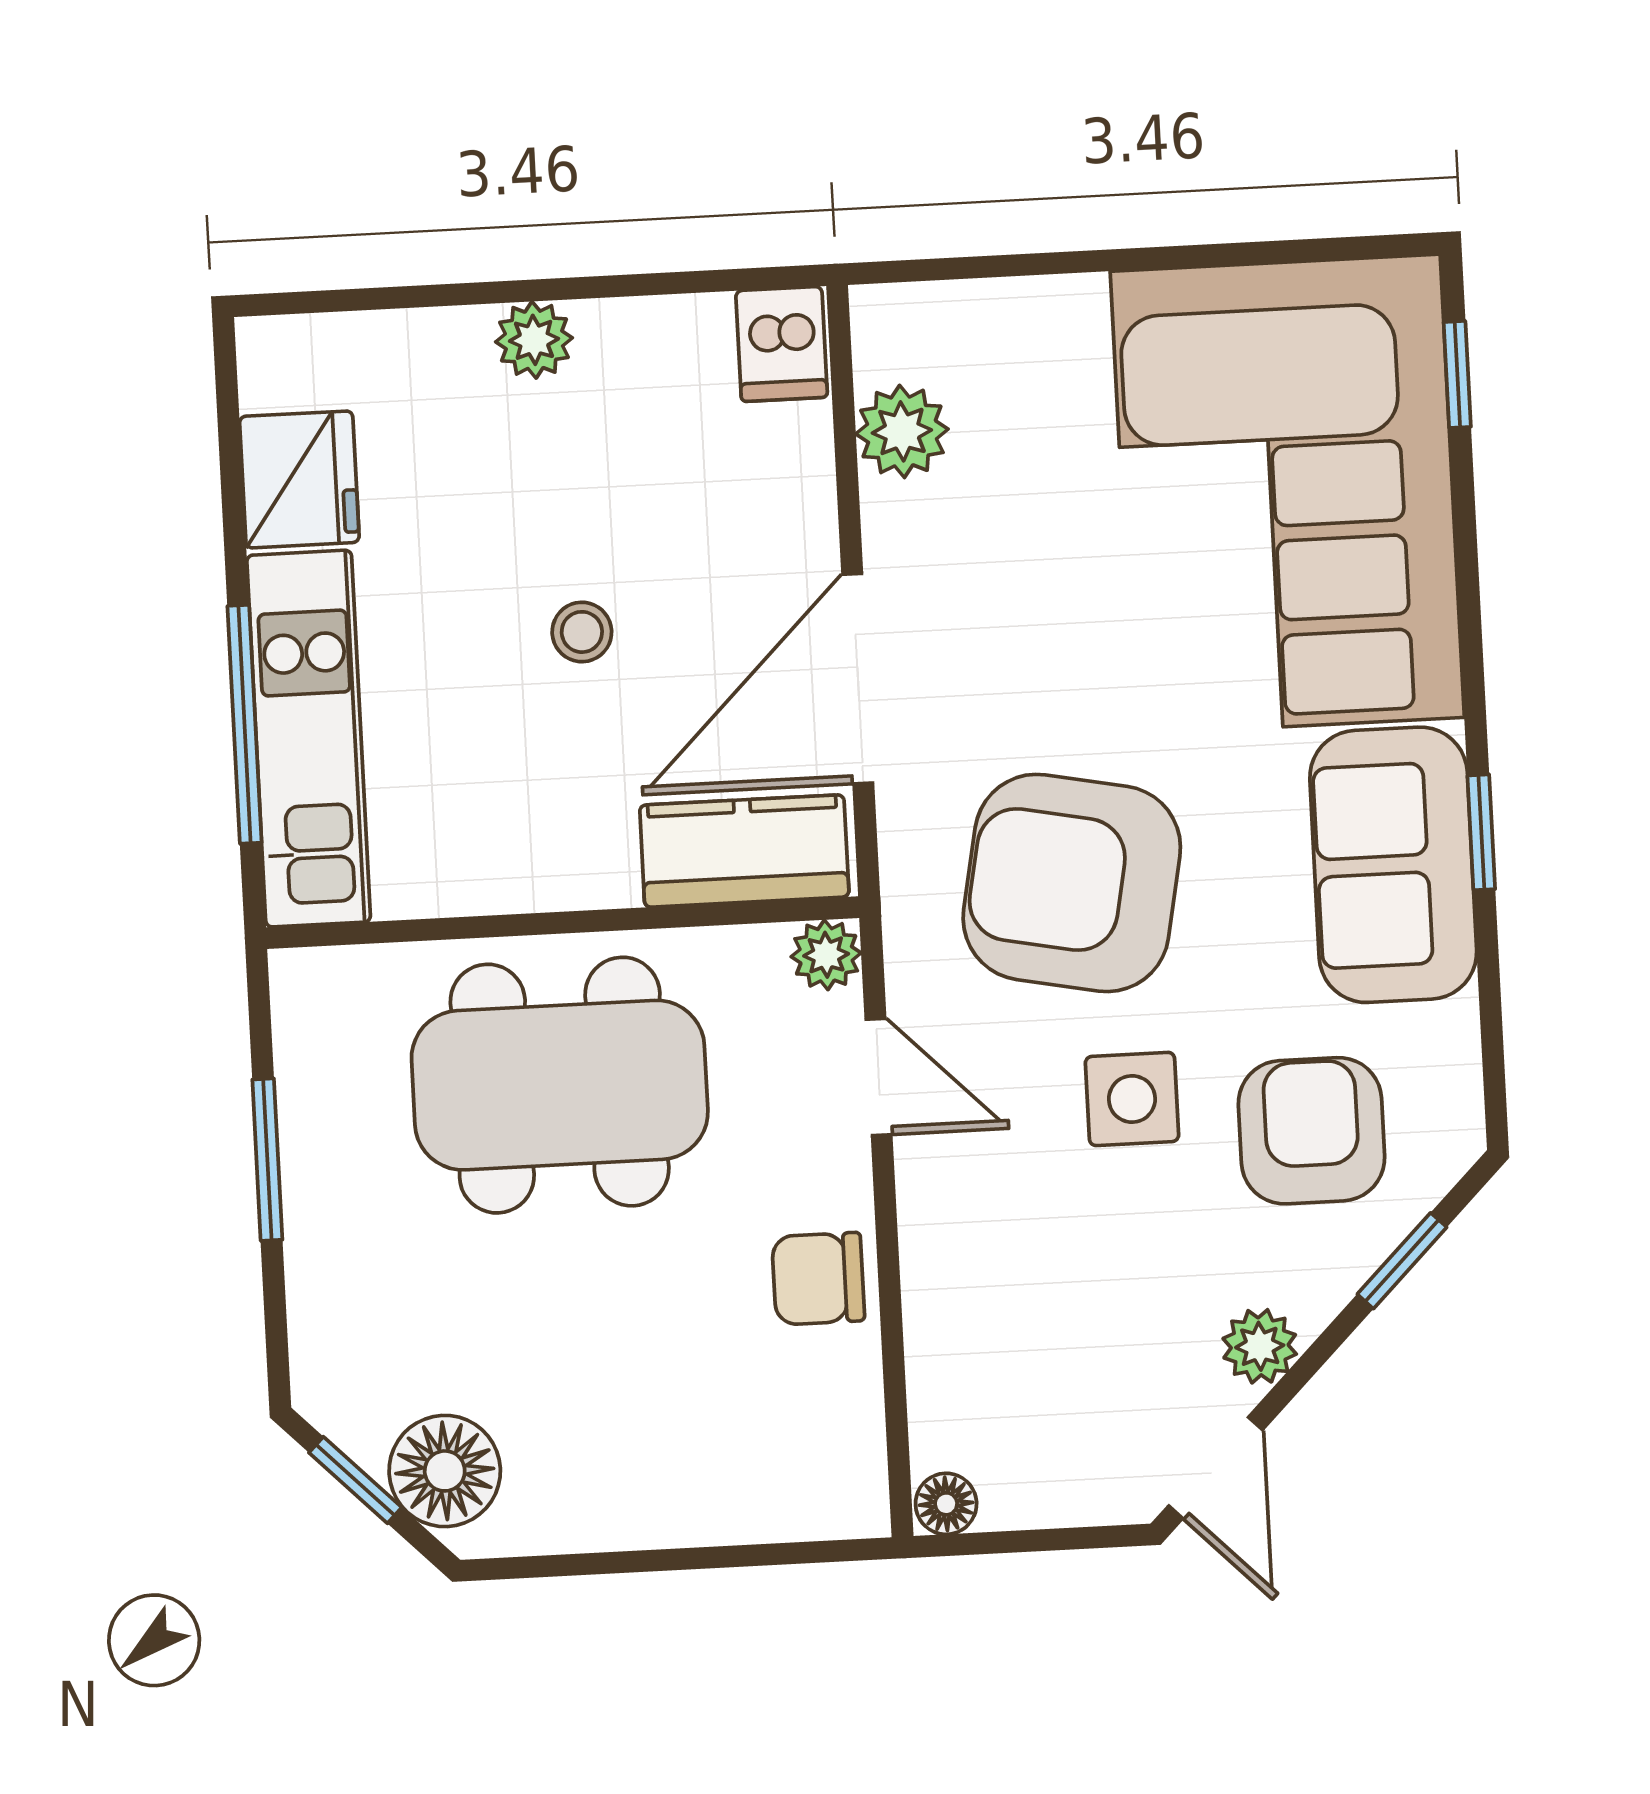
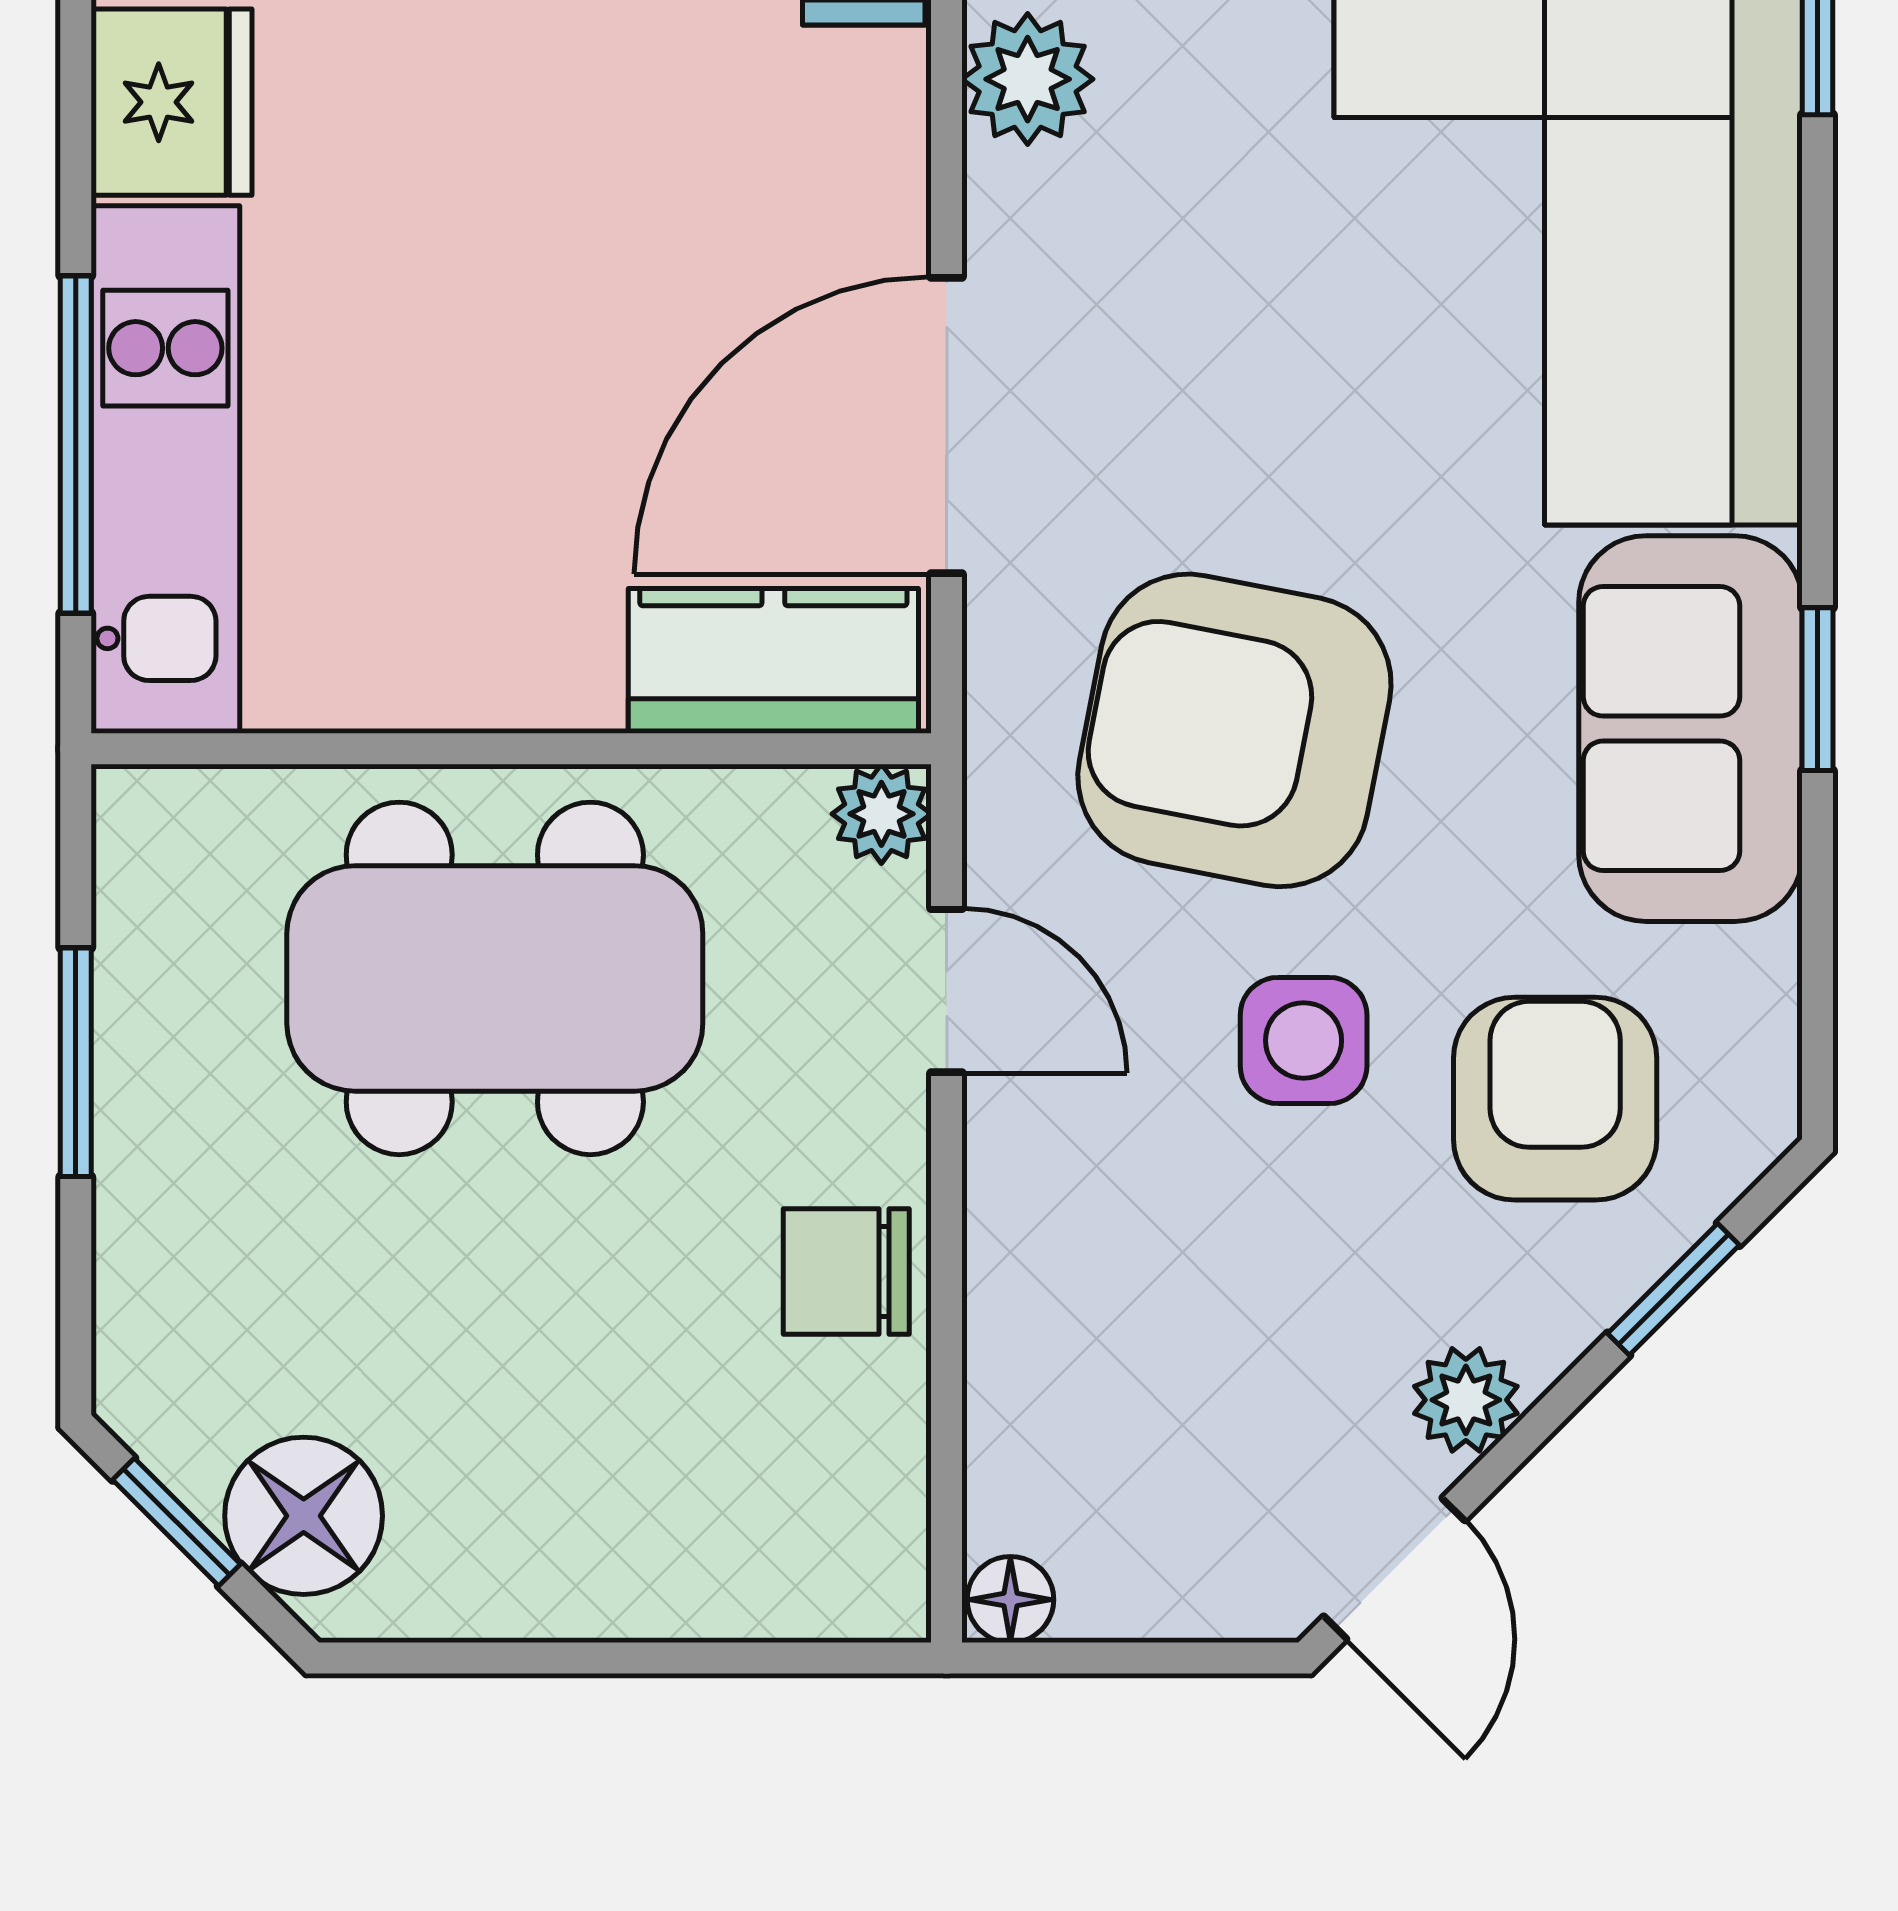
stool: (582, 632) -> (560, 339), removed

